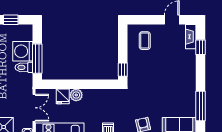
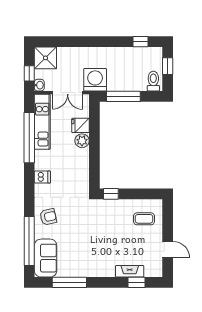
fireplace: (191, 37) -> (130, 271), moved
washing machine: (23, 51) -> (95, 80), moved
toilet: (24, 67) -> (153, 81), moved

